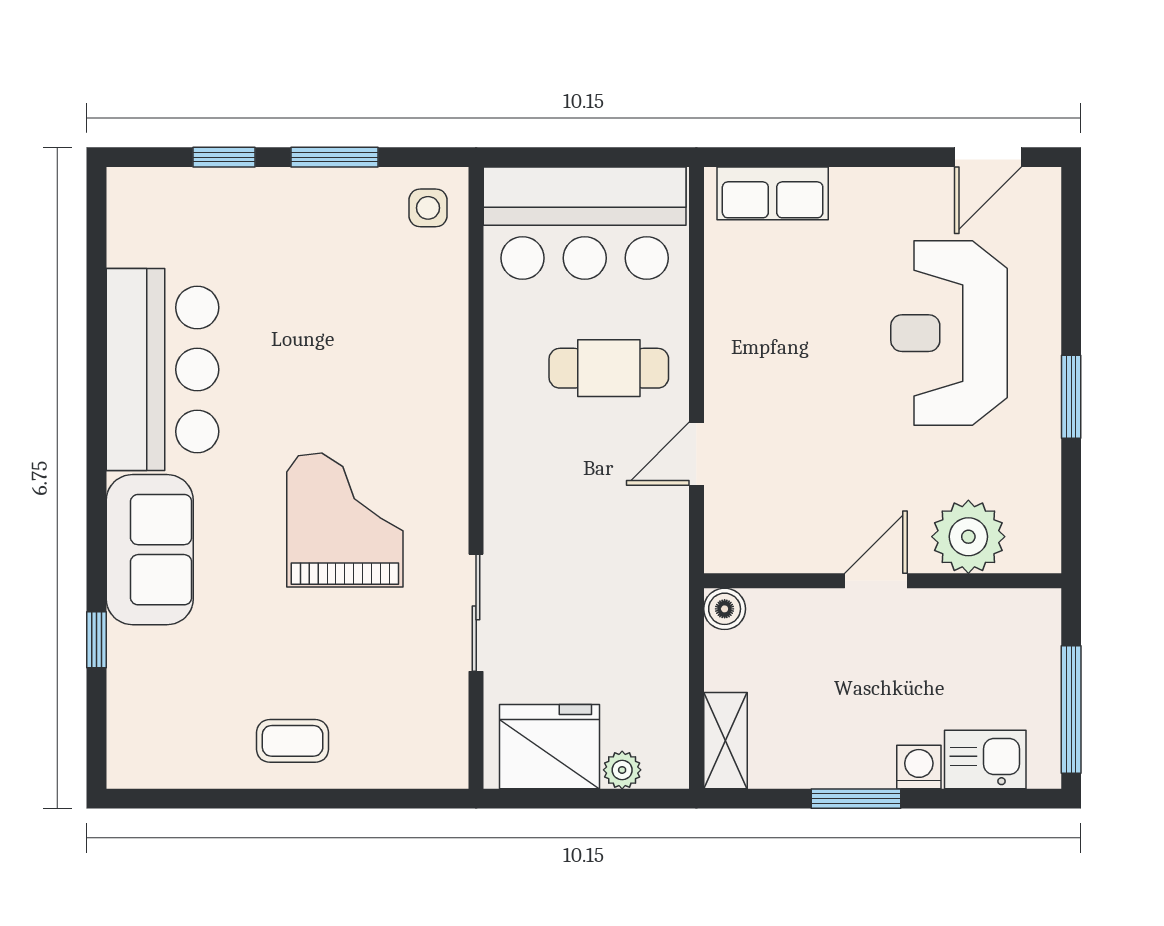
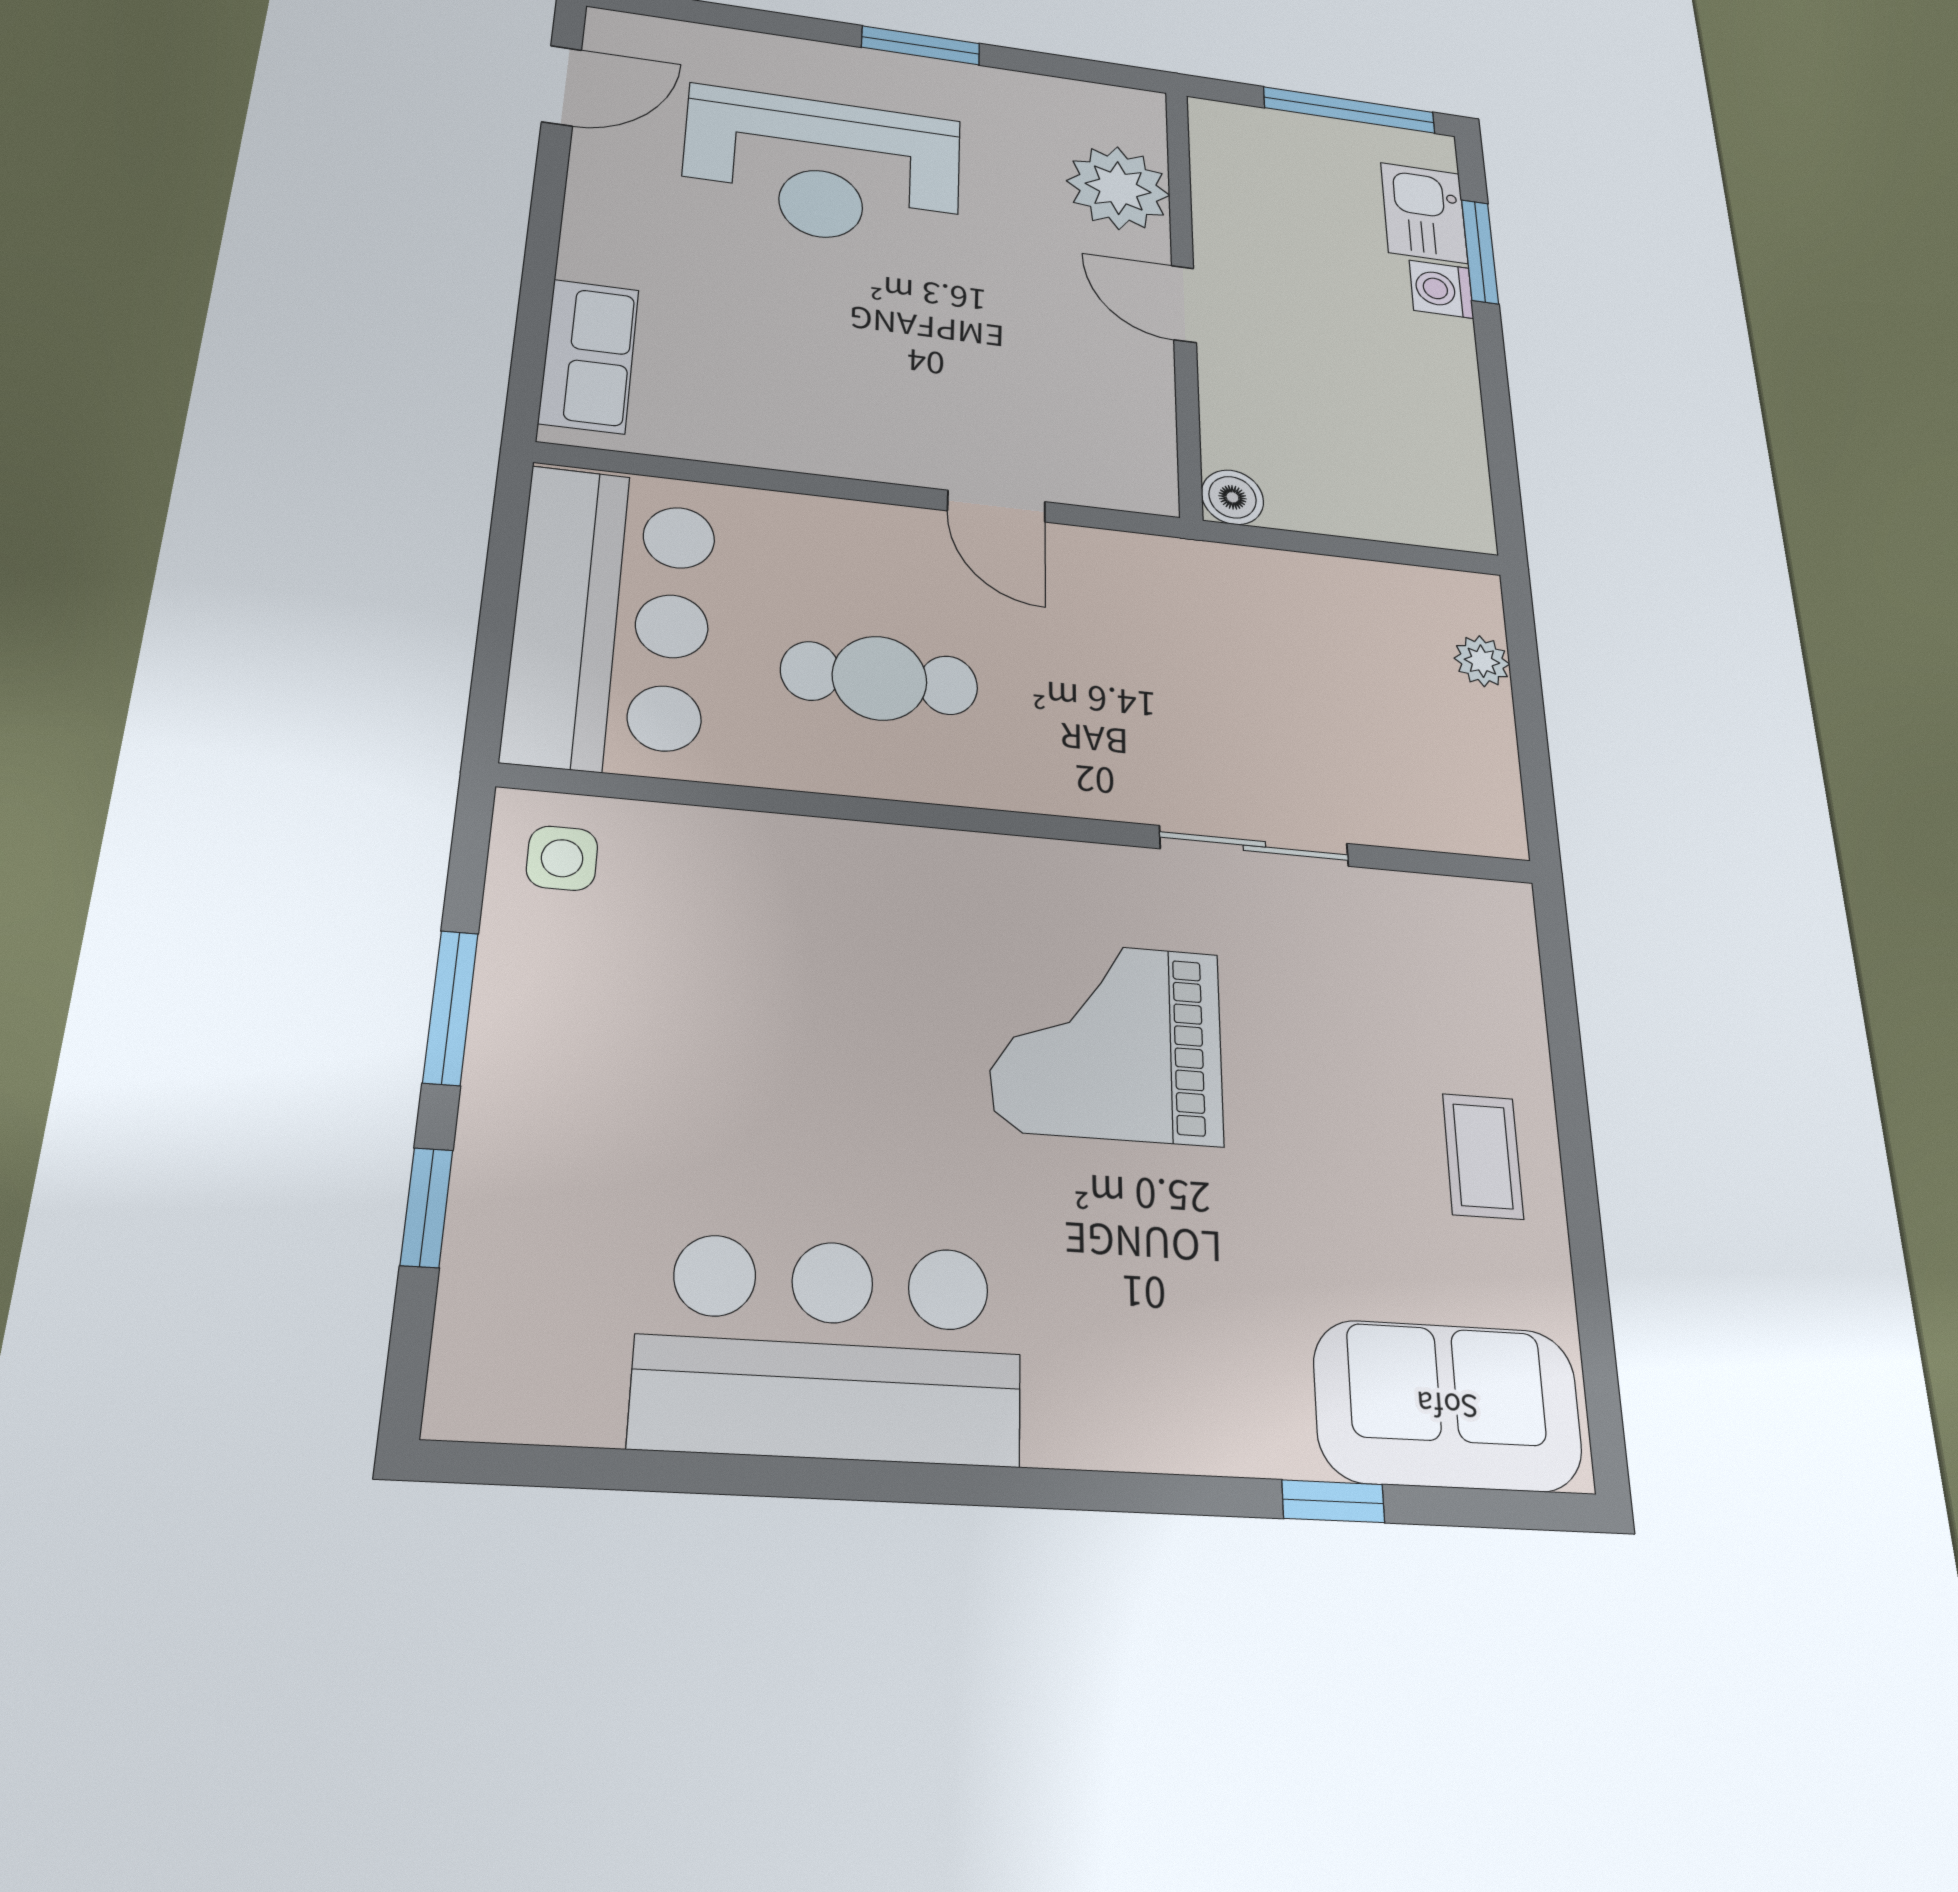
door: (988, 157) -> (562, 86), hinge flipped
cafe table: (609, 368) -> (879, 678), moved, turned 90
sofa: (150, 550) -> (1448, 1406), moved
shelving: (725, 741) -> (1426, 519), removed
fridge: (549, 747) -> (1456, 759), removed
window: (856, 799) -> (1480, 251), moved

